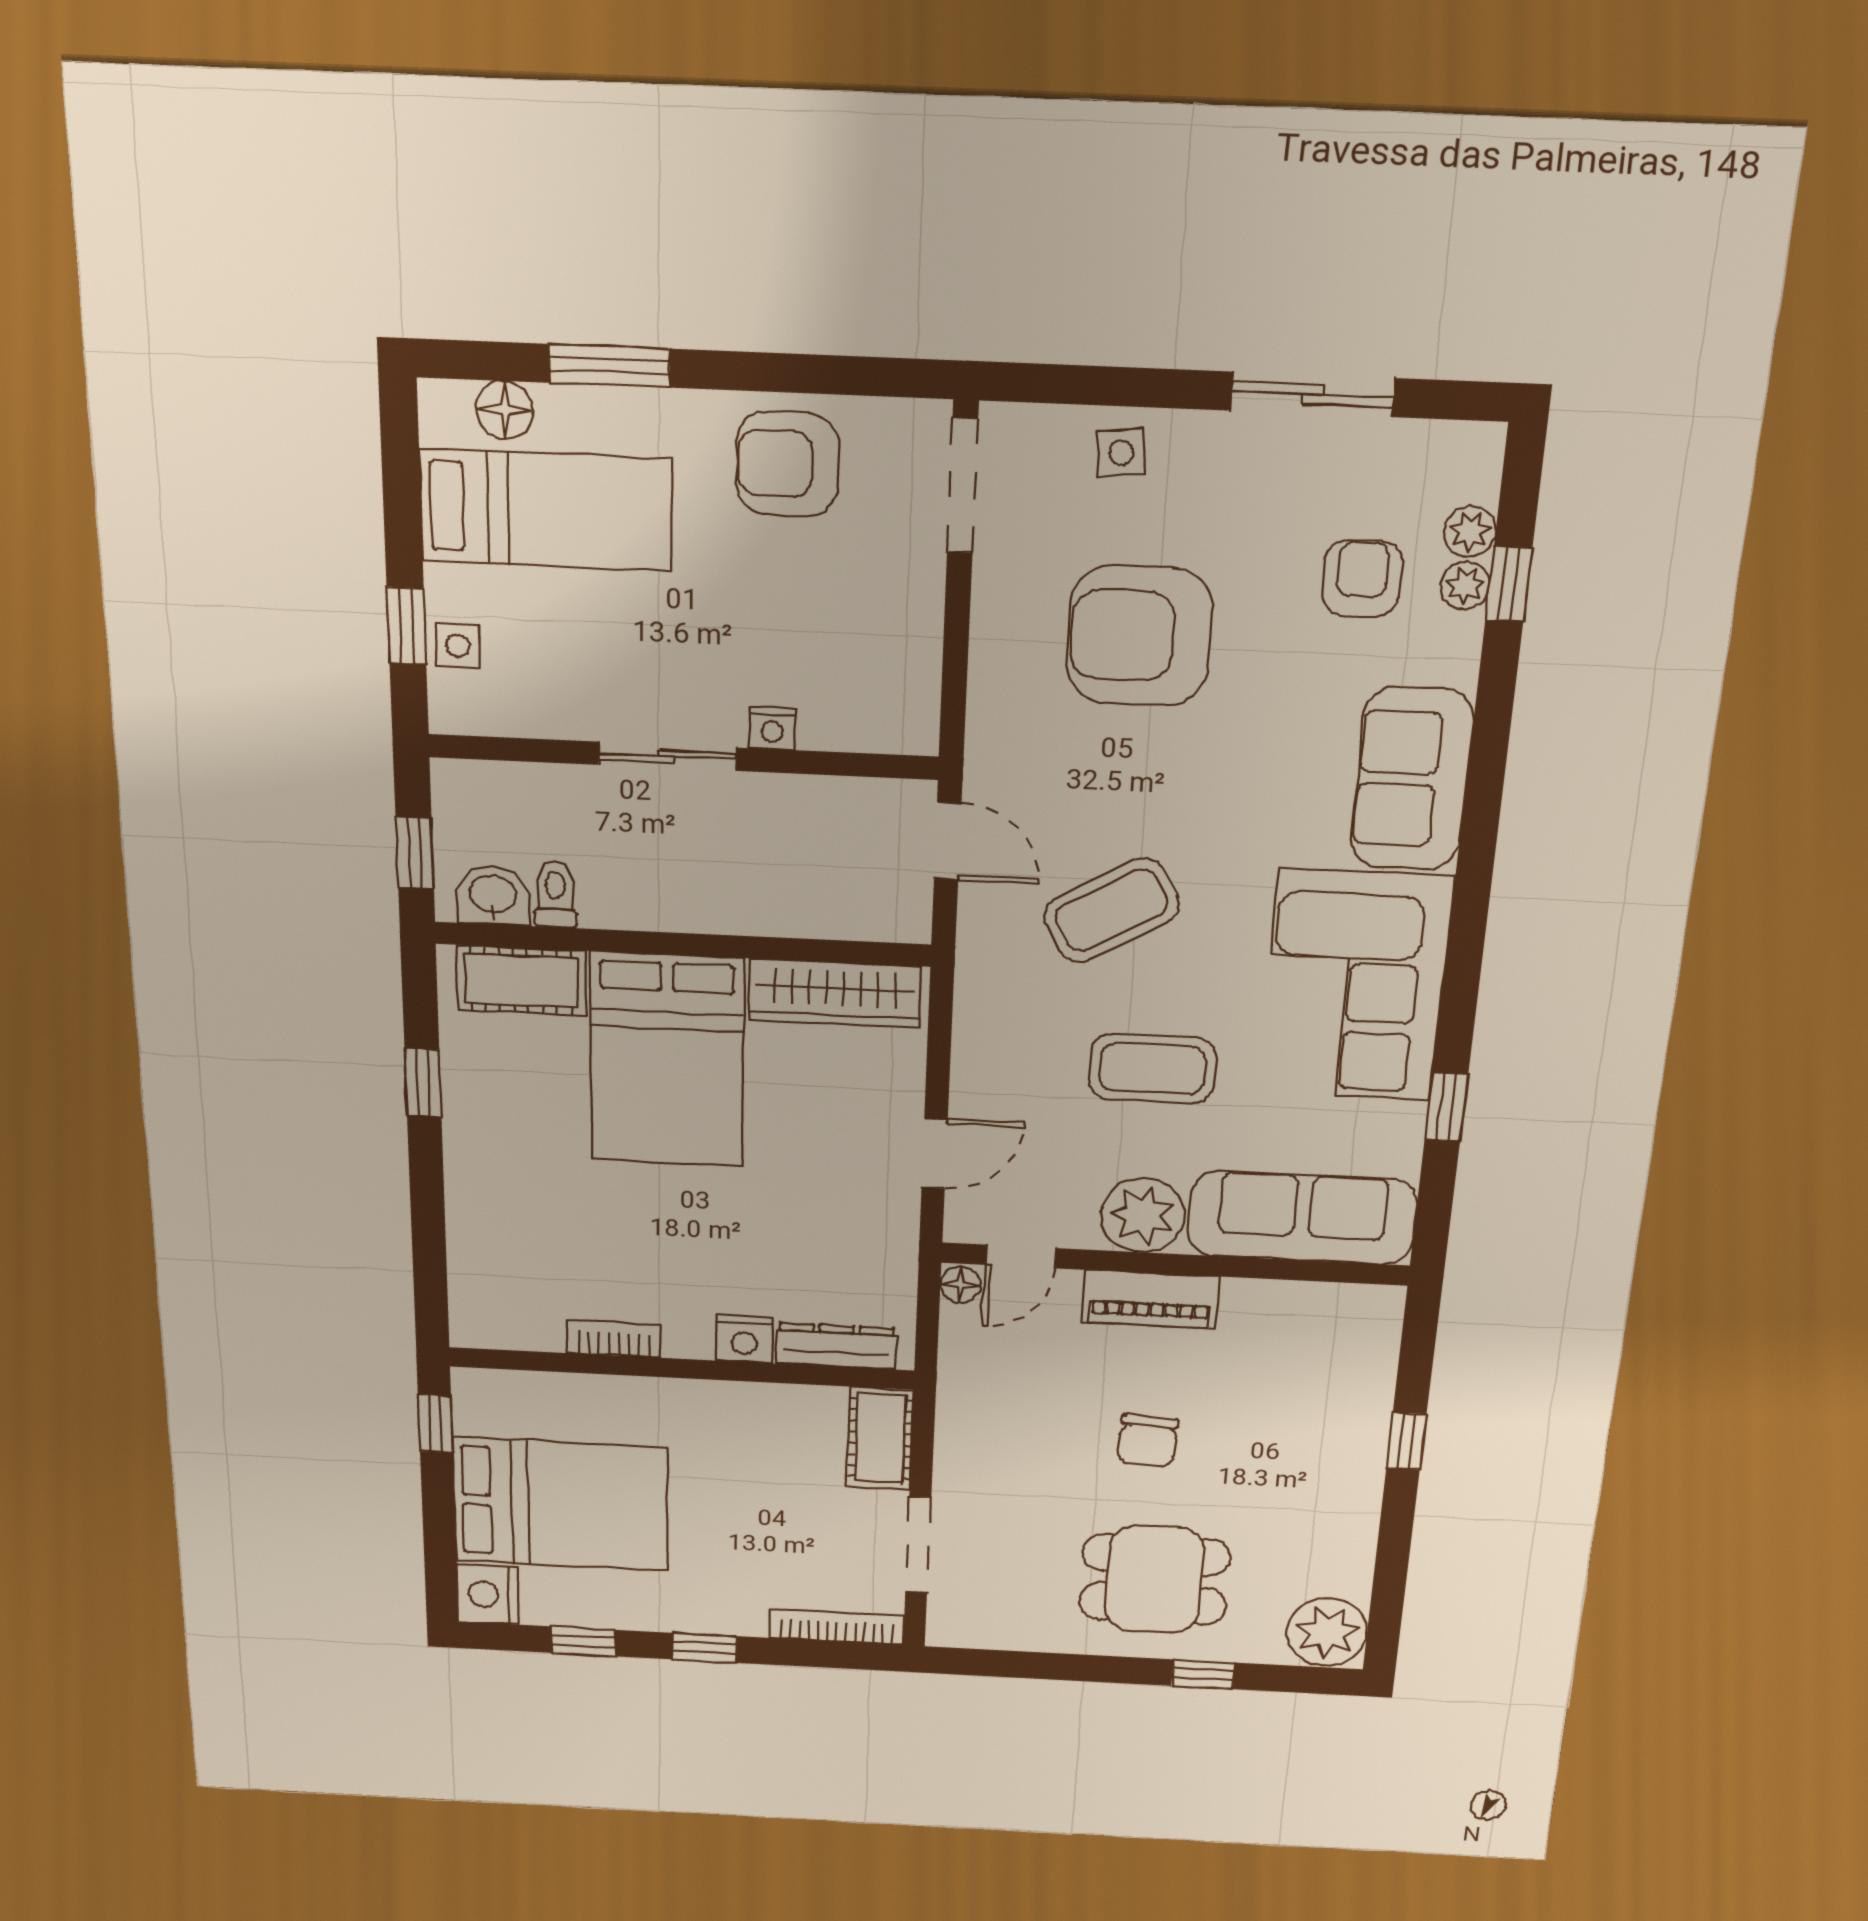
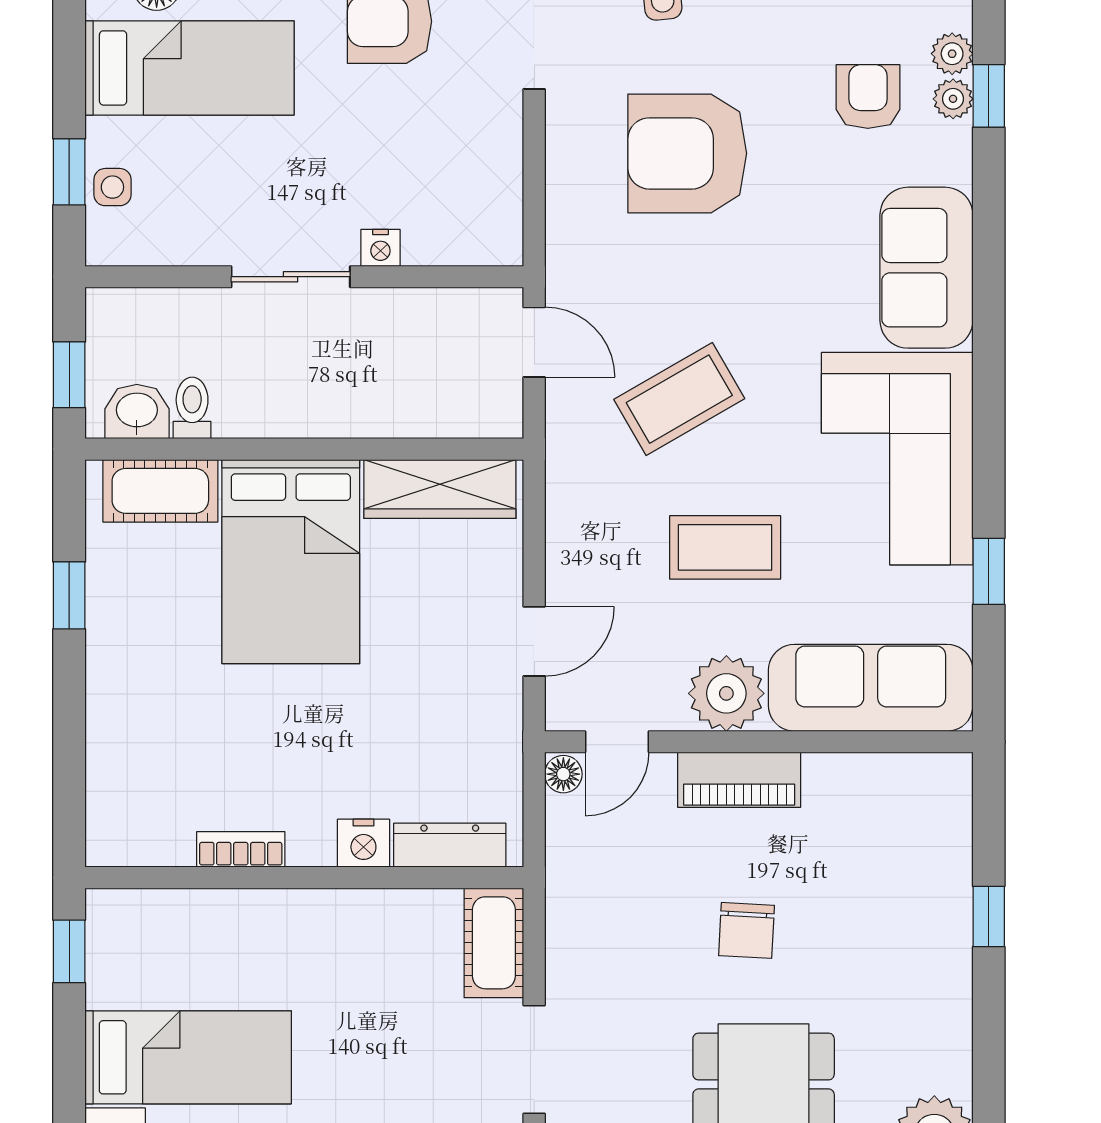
bed: (561, 1504) -> (188, 1057), width x0.67

